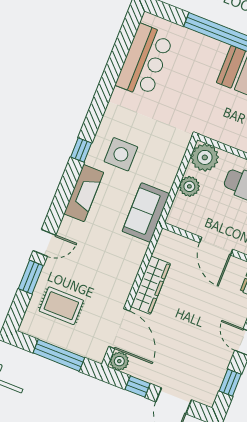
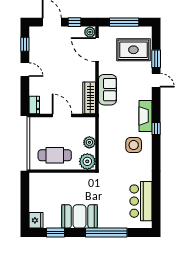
window: (81, 150) -> (156, 129), moved
sofa: (146, 213) -> (107, 90), moved
door: (44, 243) -> (156, 80), swing flipped
wardrobe: (151, 285) -> (89, 98), moved
rug: (61, 306) -> (133, 50), width x1.36, depth x1.43

